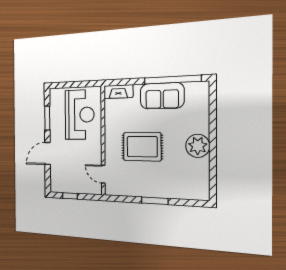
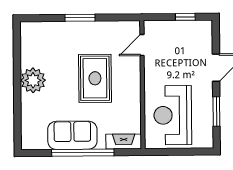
window: (172, 80) -> (83, 153), moved
rug: (142, 147) -> (95, 78), turned 90
door: (103, 174) -> (142, 45), swing flipped

